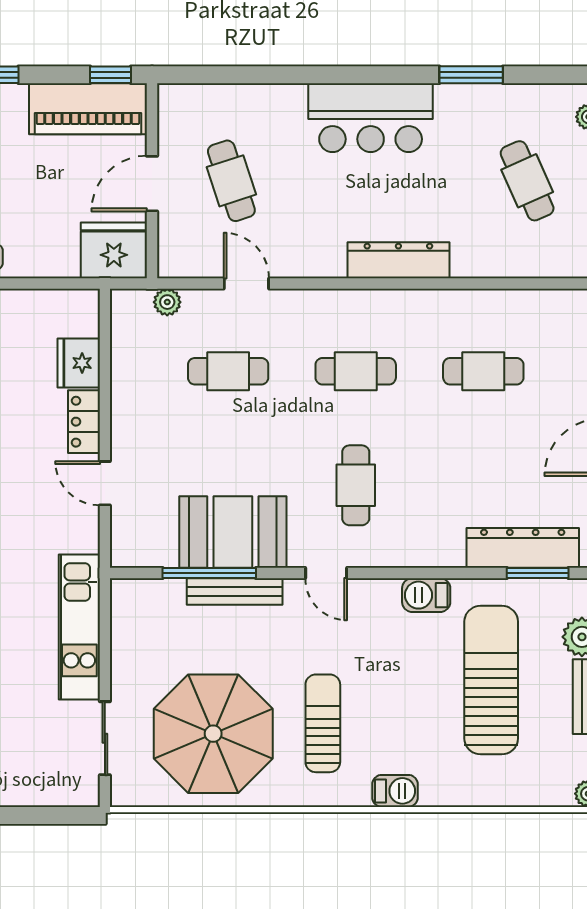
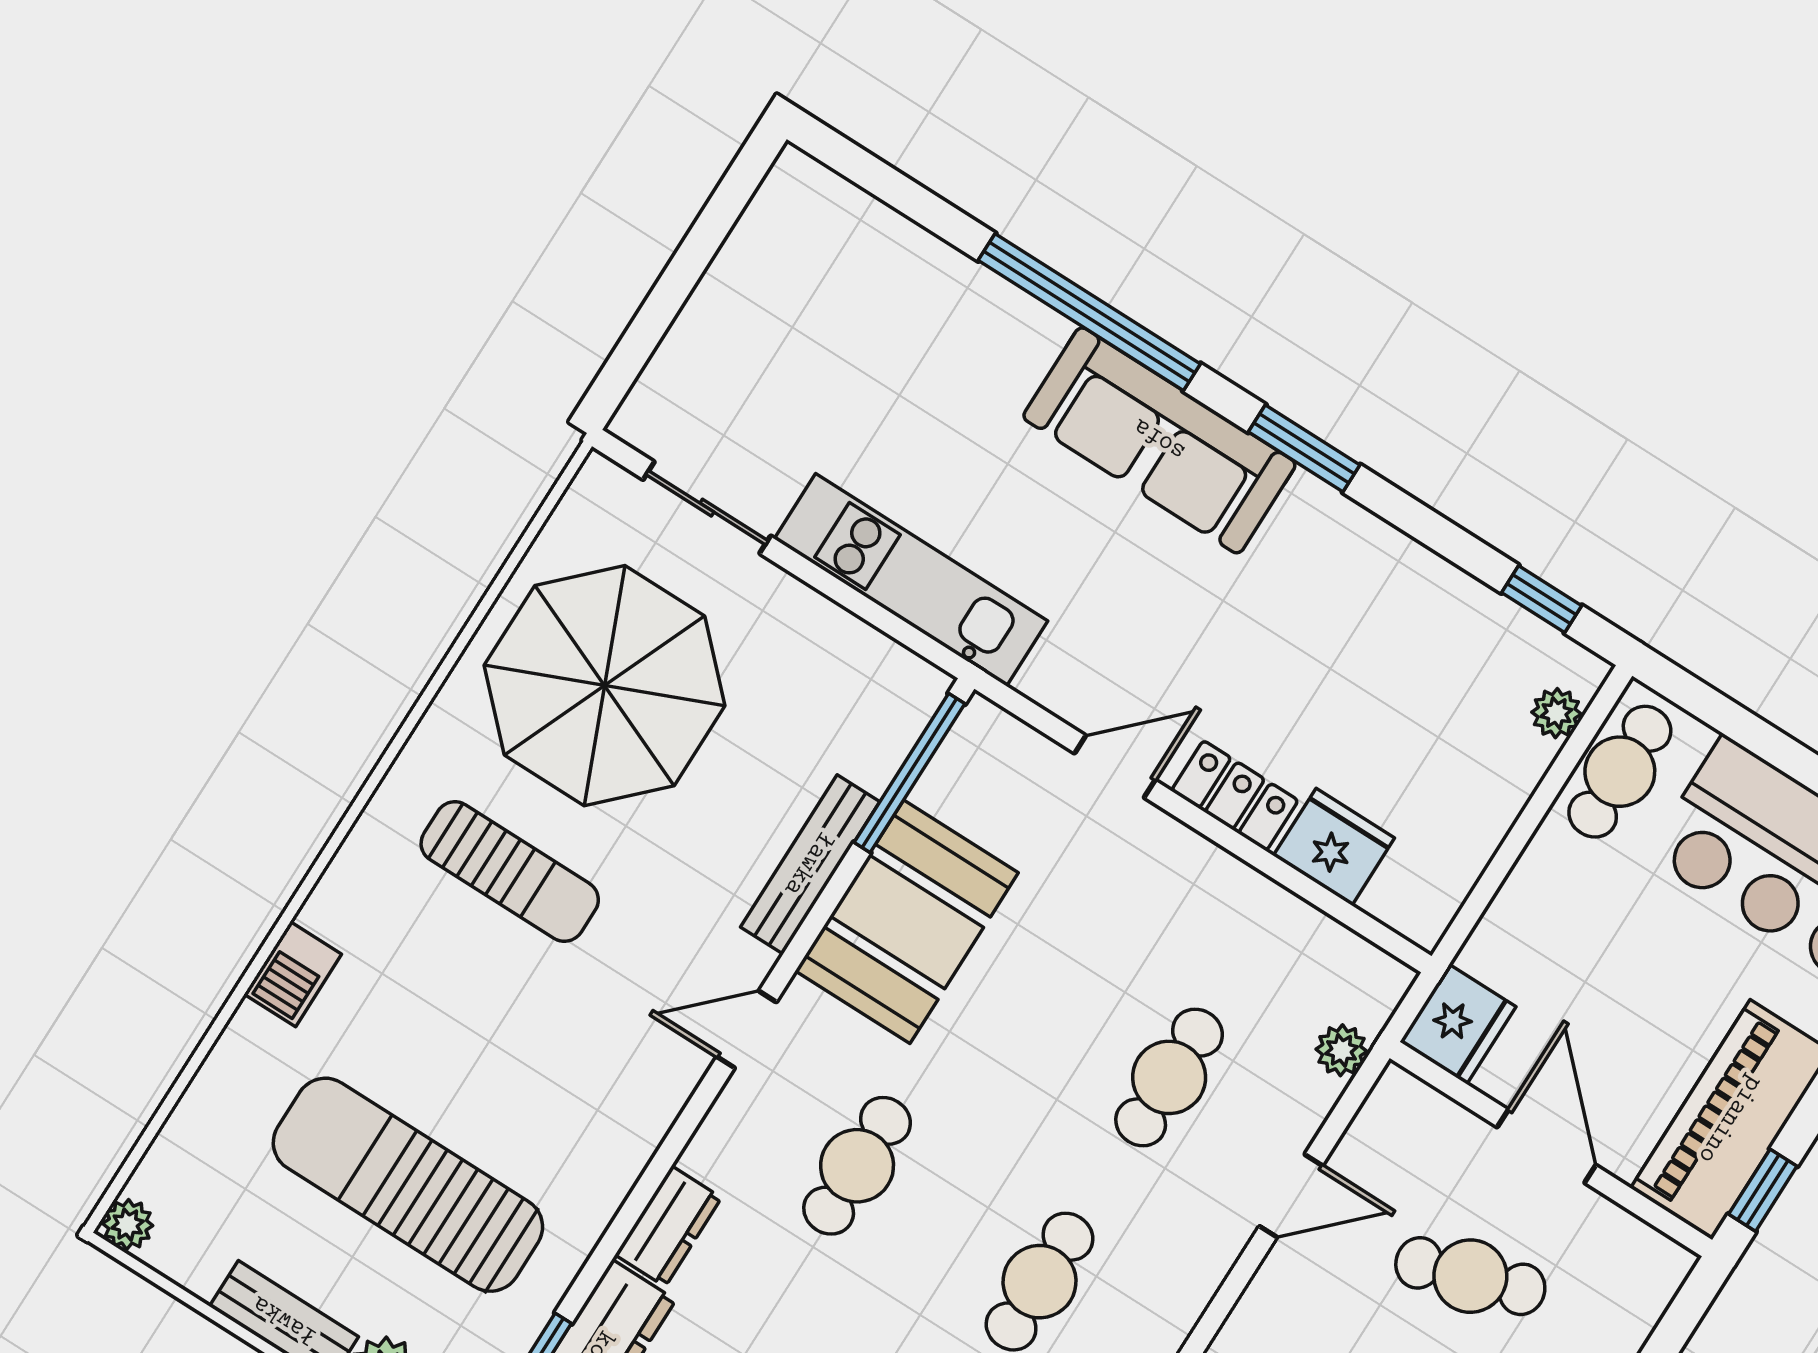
fridge: (114, 250) -> (1458, 1024), width x0.73, depth x0.75
cafe table: (356, 485) -> (857, 1166), turned 90
dresser: (436, 552) -> (668, 1226), added
window: (209, 573) -> (909, 773), moved
barbecue: (426, 595) -> (610, 1167), removed
sun lounger: (491, 680) -> (408, 1185), turned 180
barbecue: (395, 791) -> (293, 974), moved

